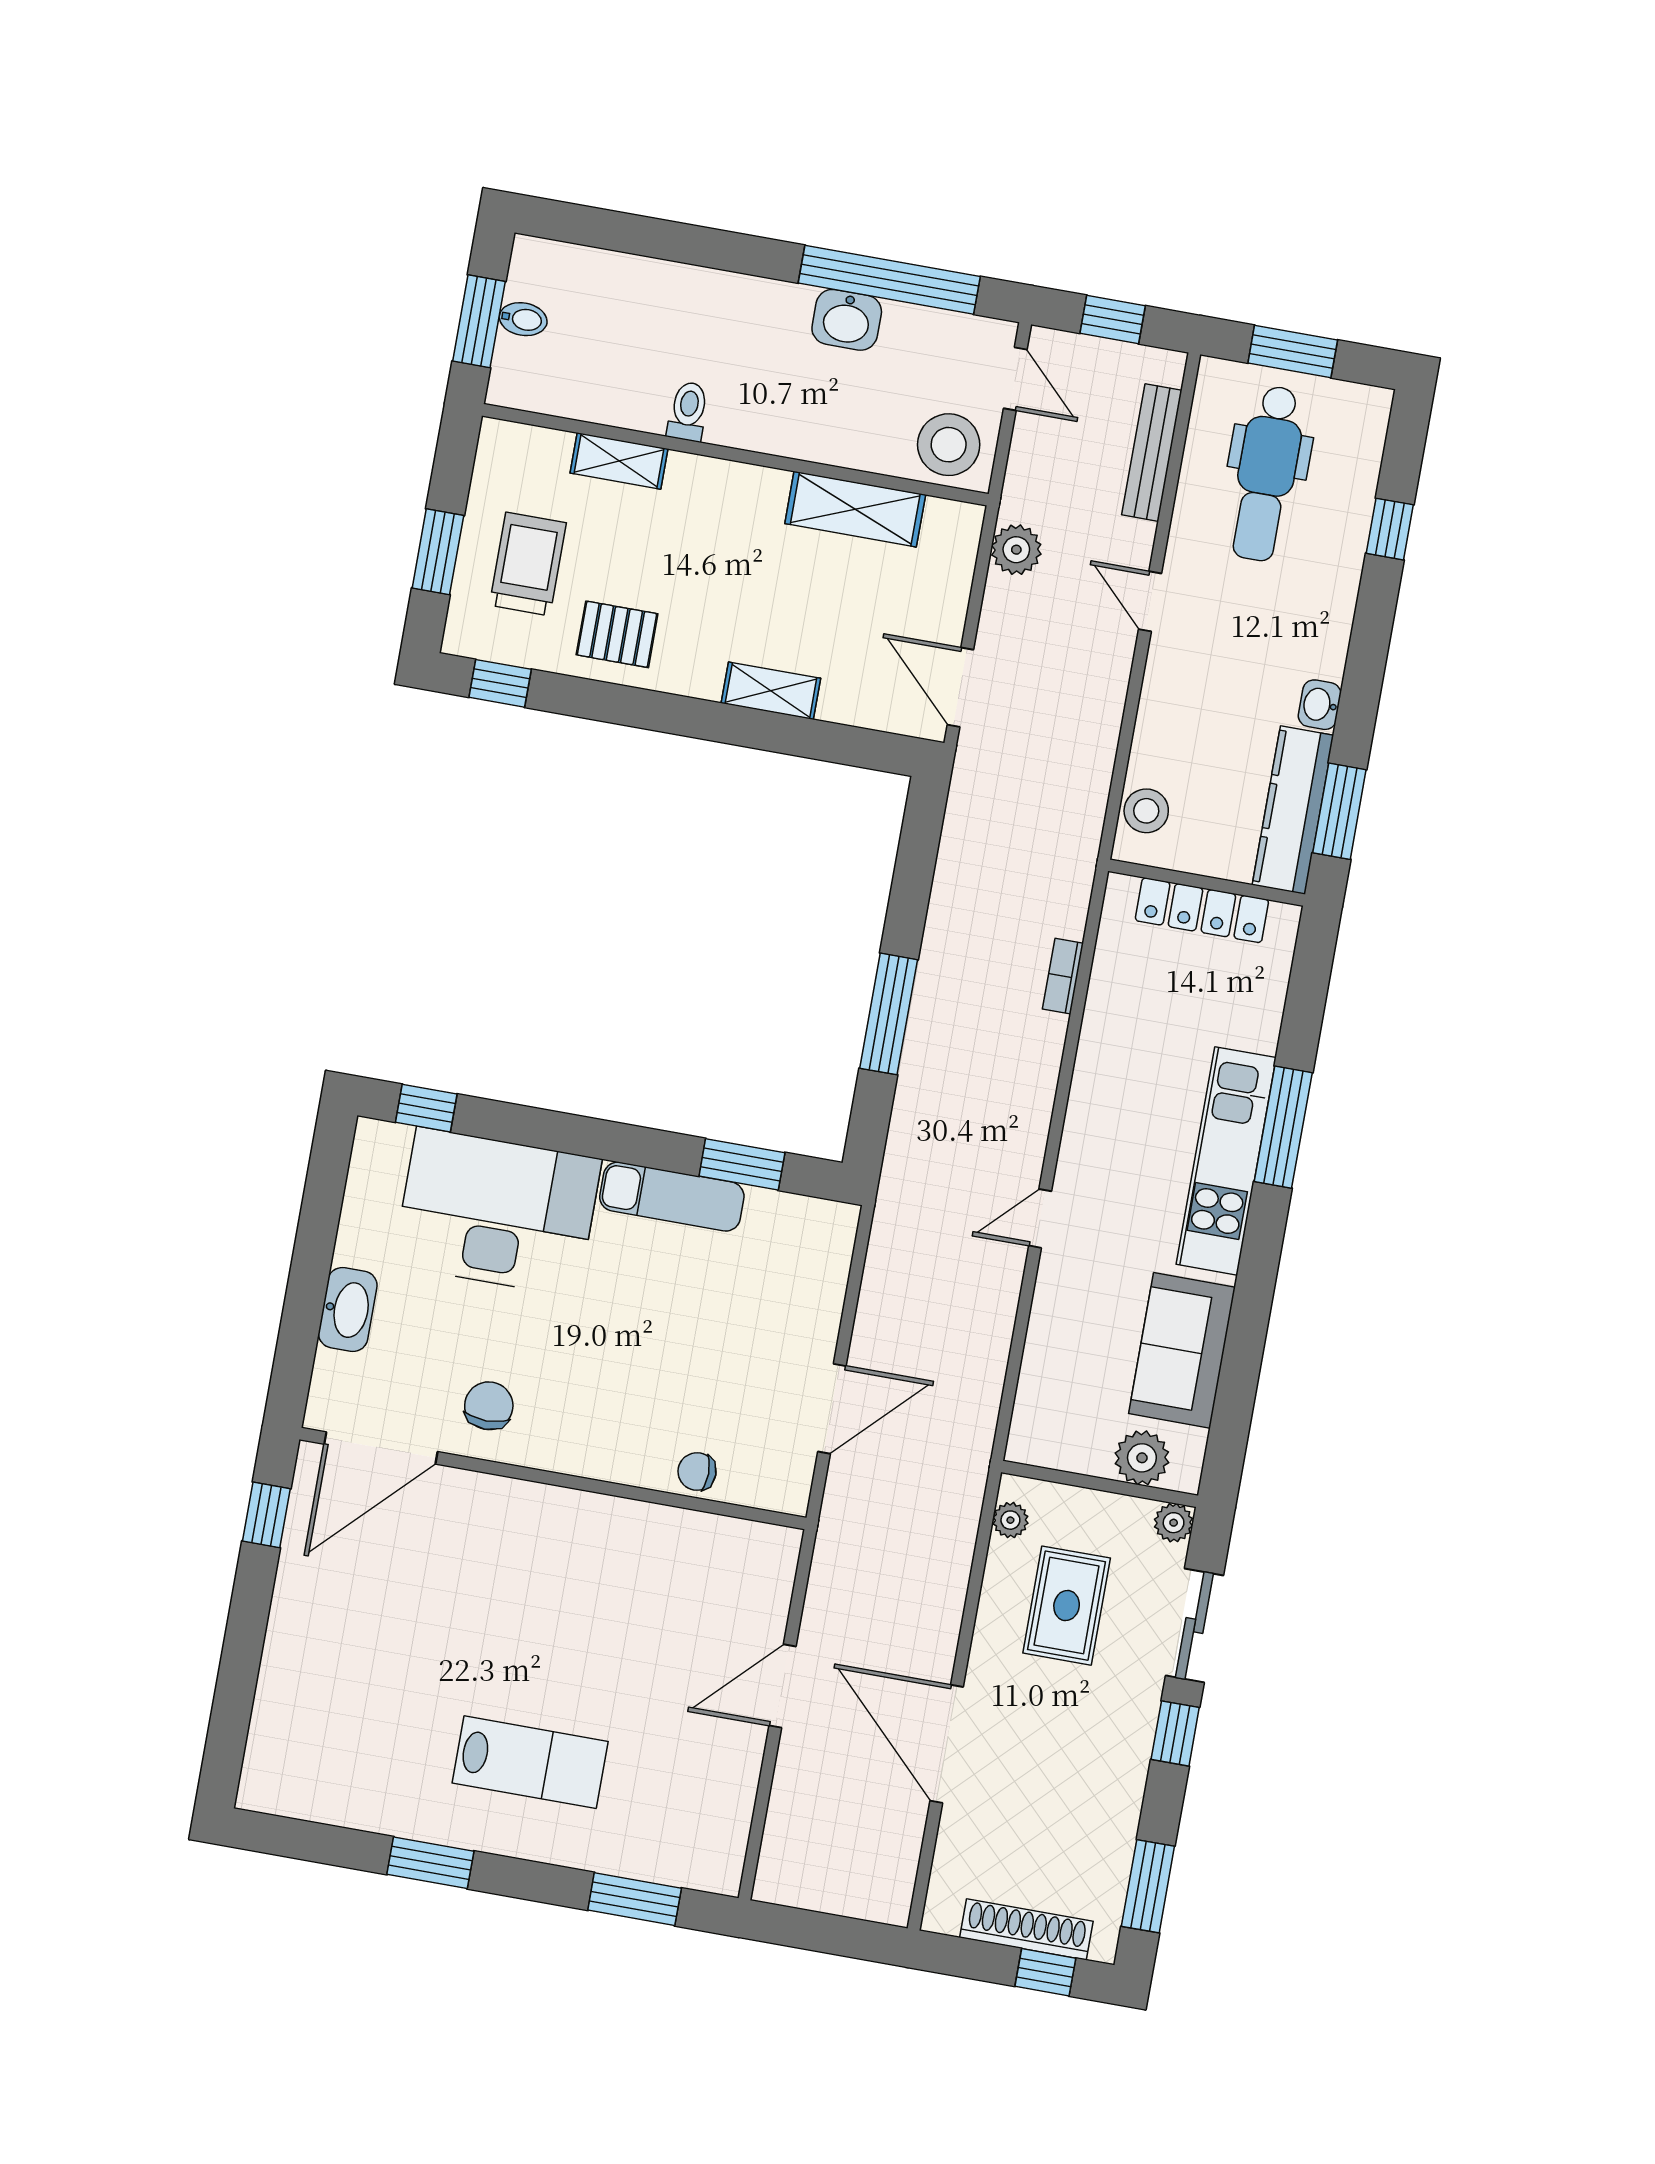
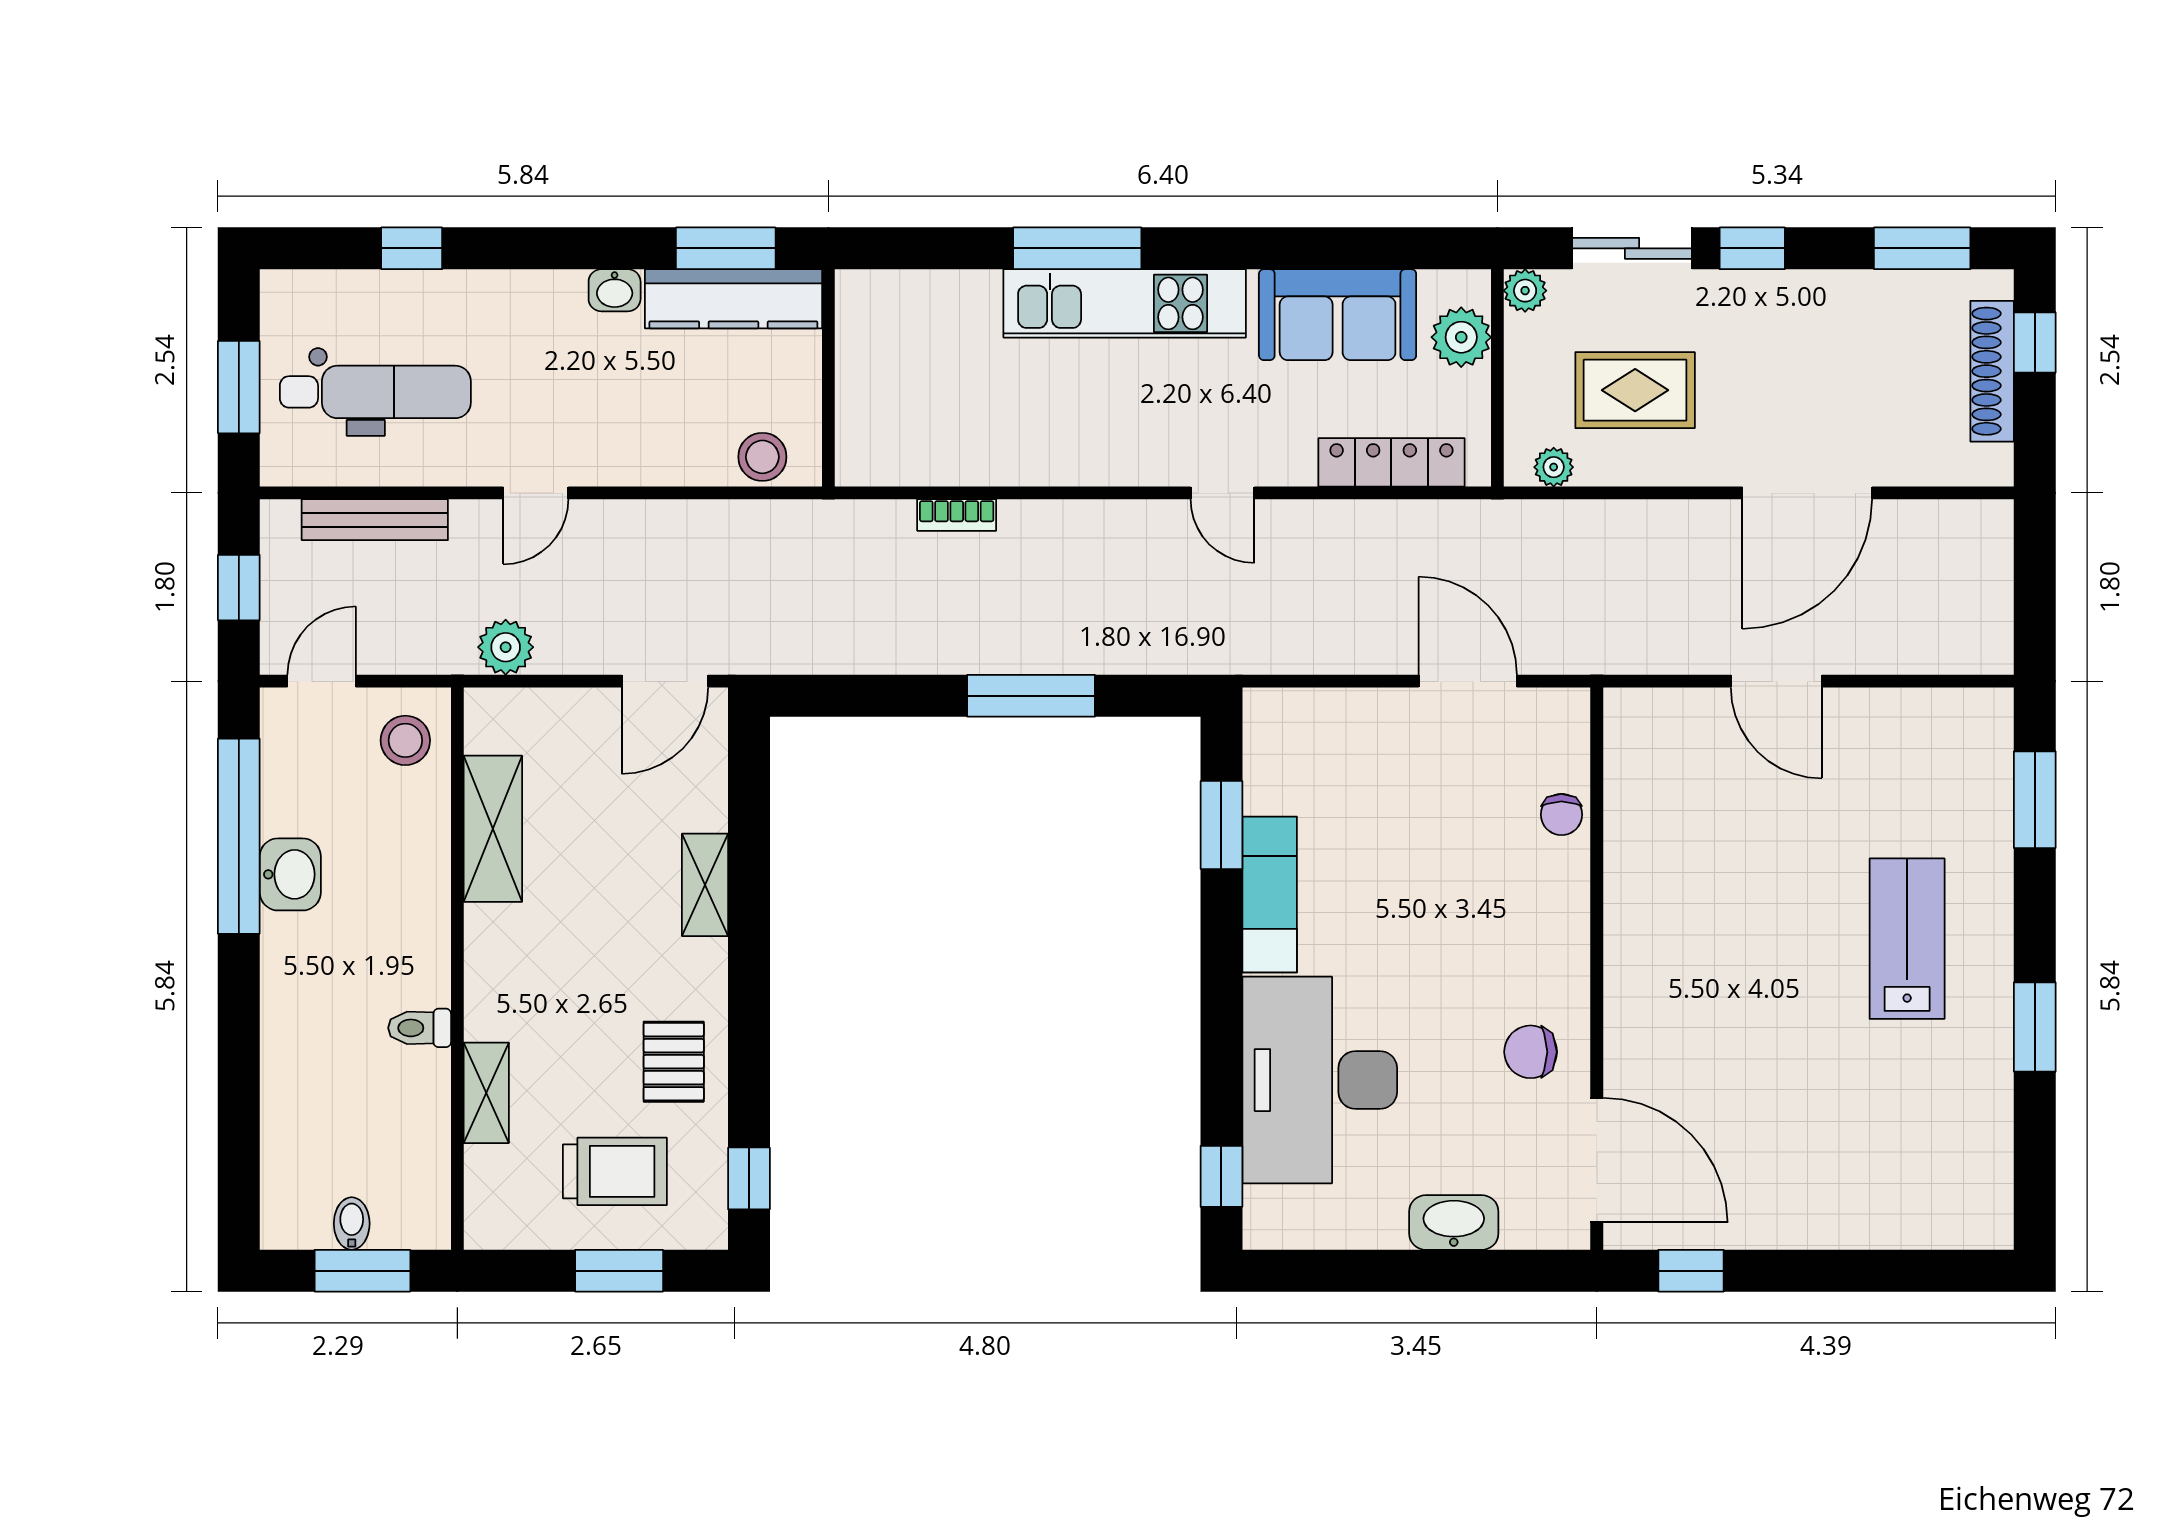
stool: (949, 445) -> (405, 740), width x0.73, depth x0.73
trolley: (528, 564) -> (615, 1171), turned 180
locker: (1202, 910) -> (1391, 462), moved, turned -90

